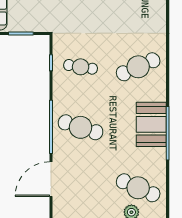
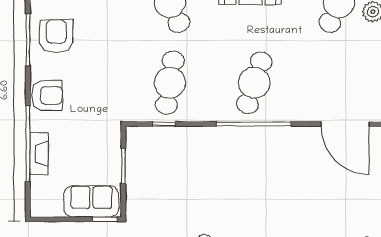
cafe table: (81, 67) -> (170, 83), width x1.37, depth x1.35
door: (51, 179) -> (345, 124), moved

